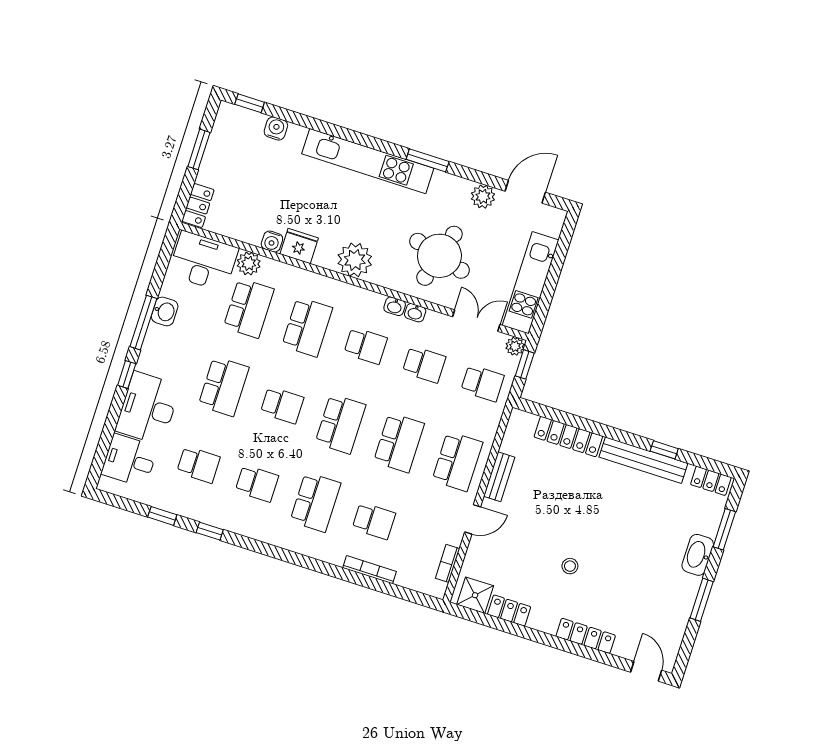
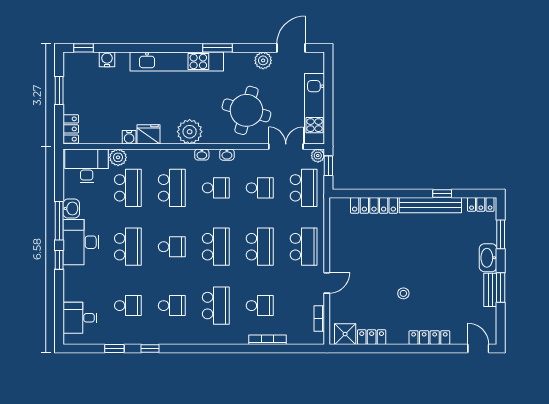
washbasin: (415, 313) -> (202, 155), moved
school desk: (482, 383) -> (304, 188), width x1.85
desk: (148, 408) -> (81, 242), moved
bench: (499, 477) -> (490, 290), moved

